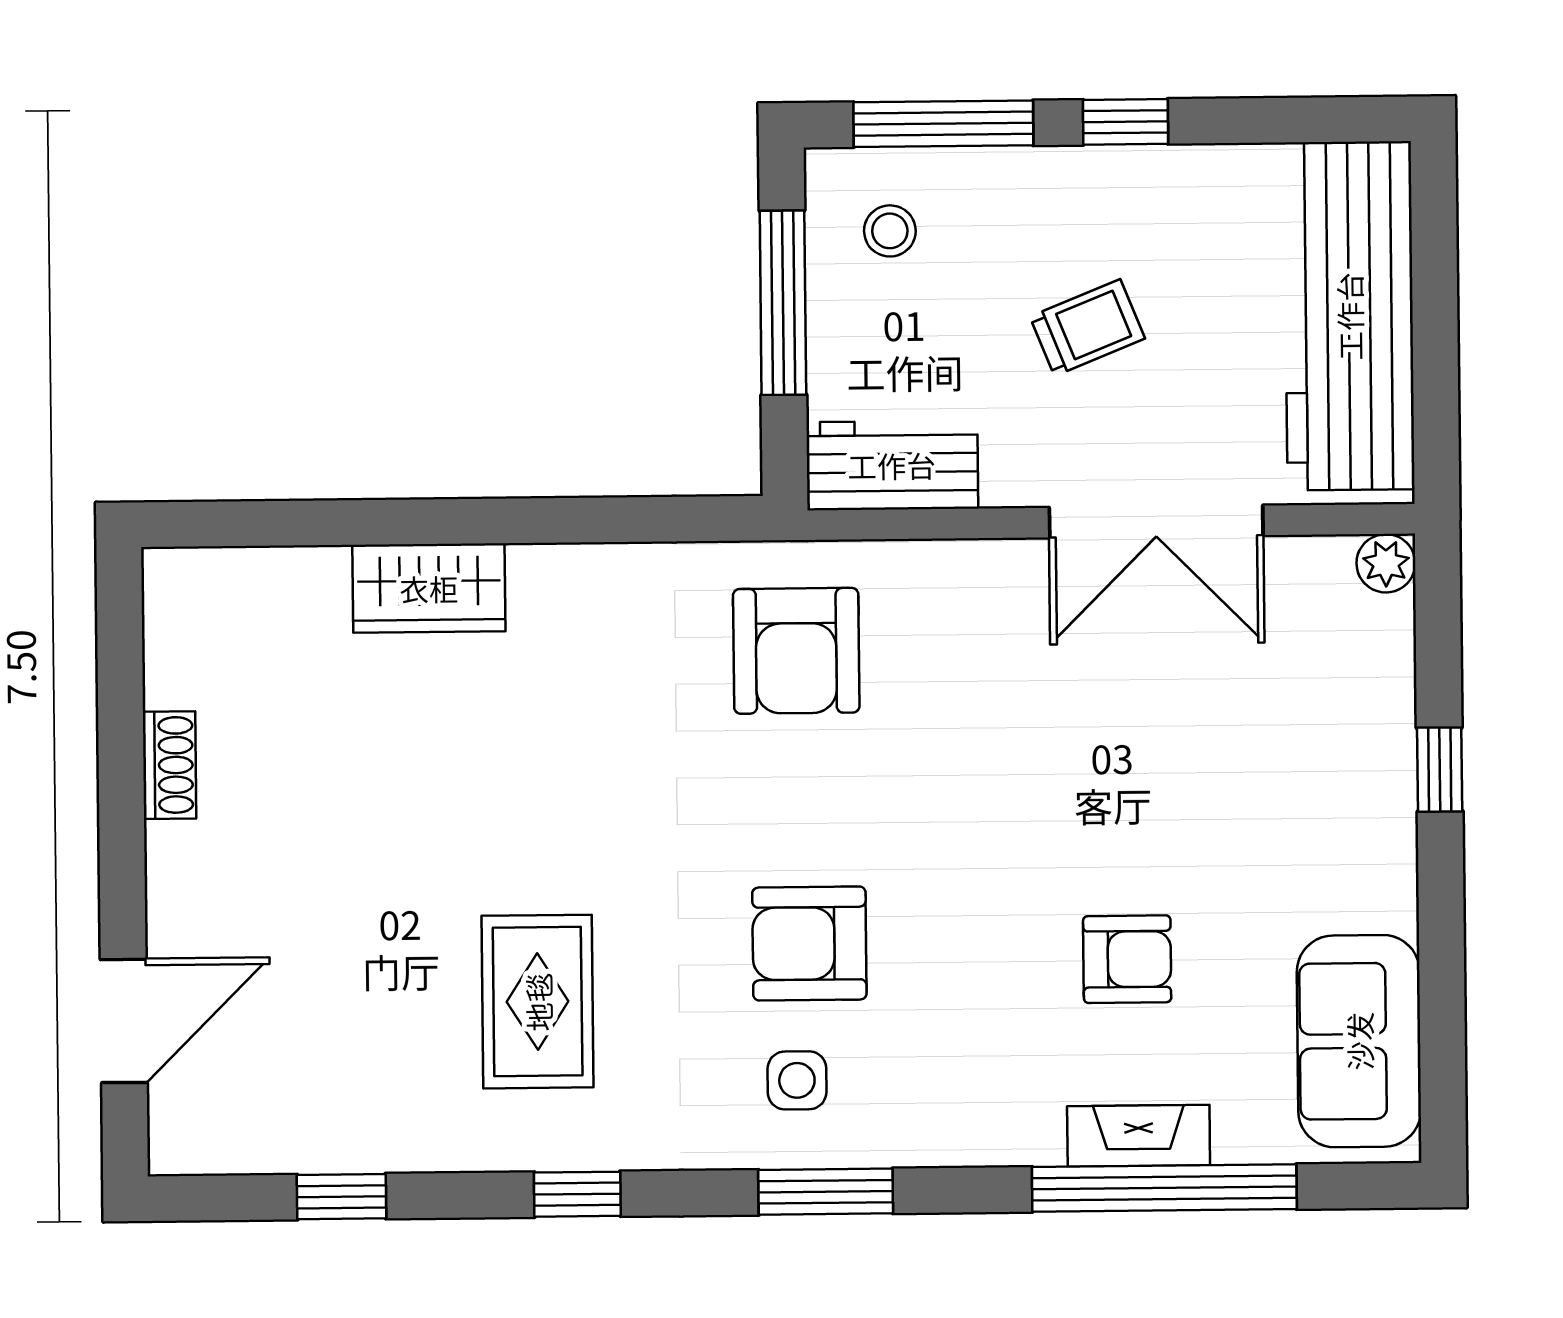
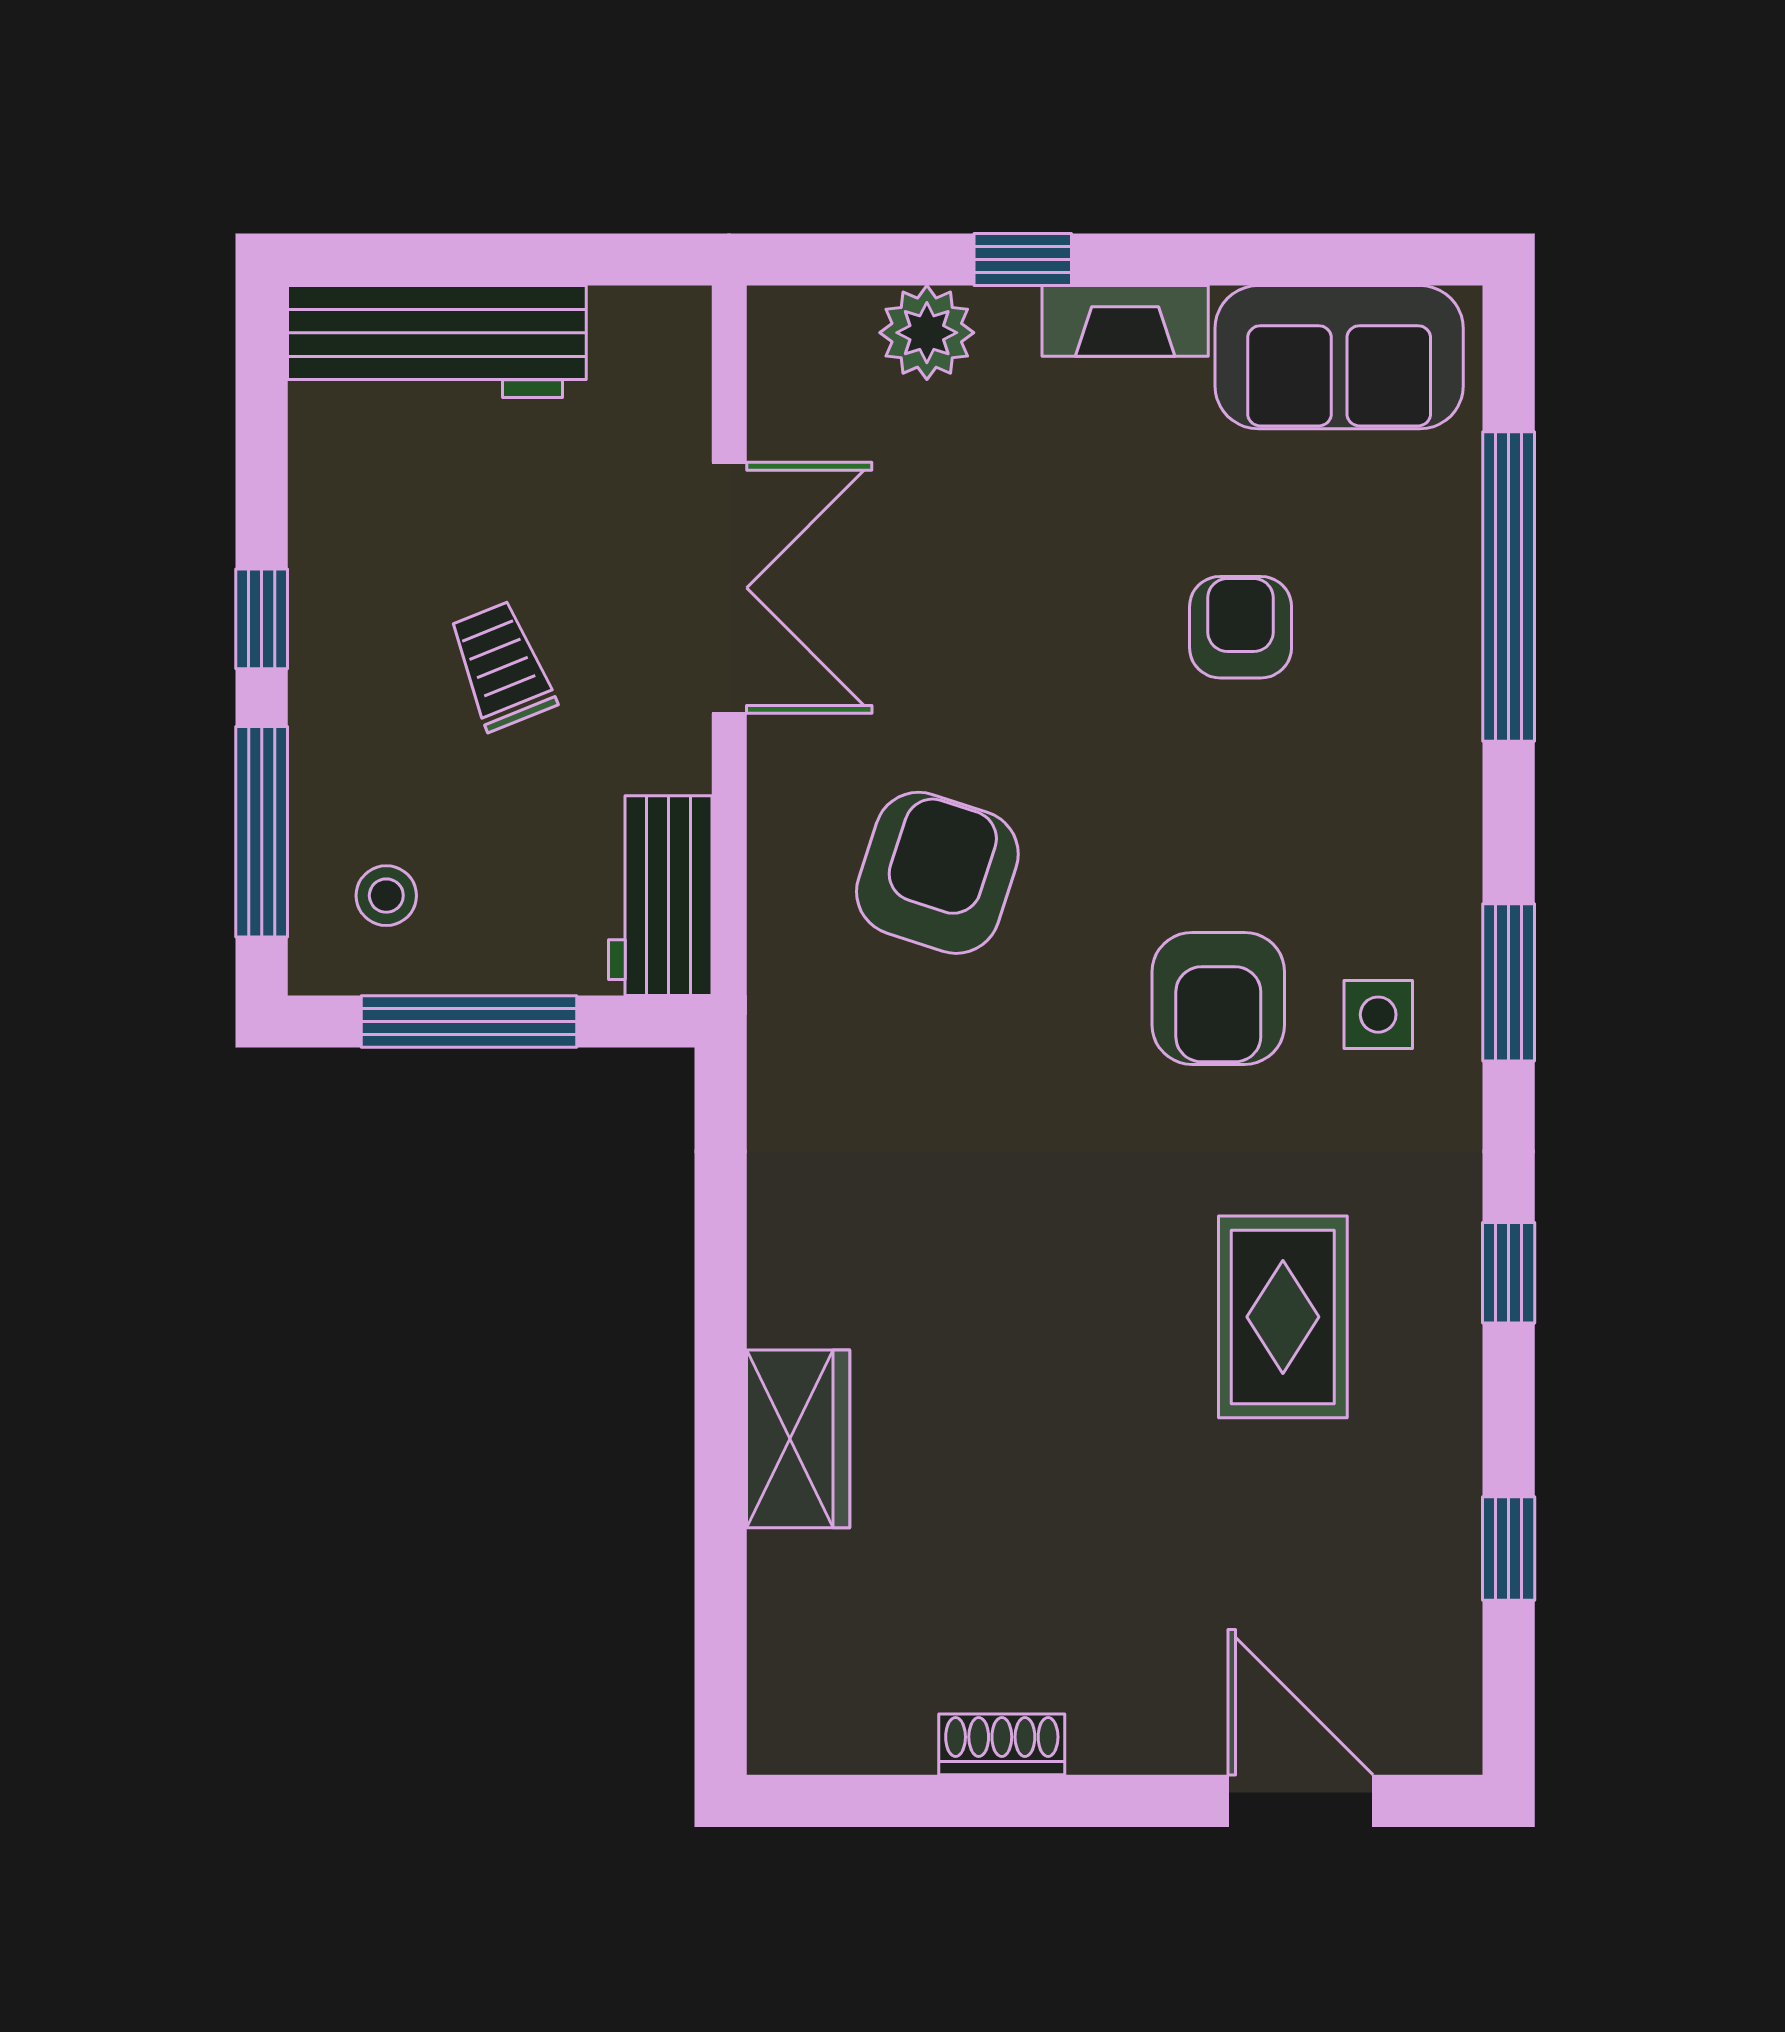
workbench: (1349, 316) -> (437, 342), width x0.73, depth x0.76
plant: (1386, 563) -> (927, 333), moved, width x1.38, depth x1.38
armchair: (796, 651) -> (937, 873), moved, turned -72
rug: (538, 1002) -> (1283, 1317), turned 90
fireplace: (1139, 1136) -> (1125, 321), moved, turned -90

